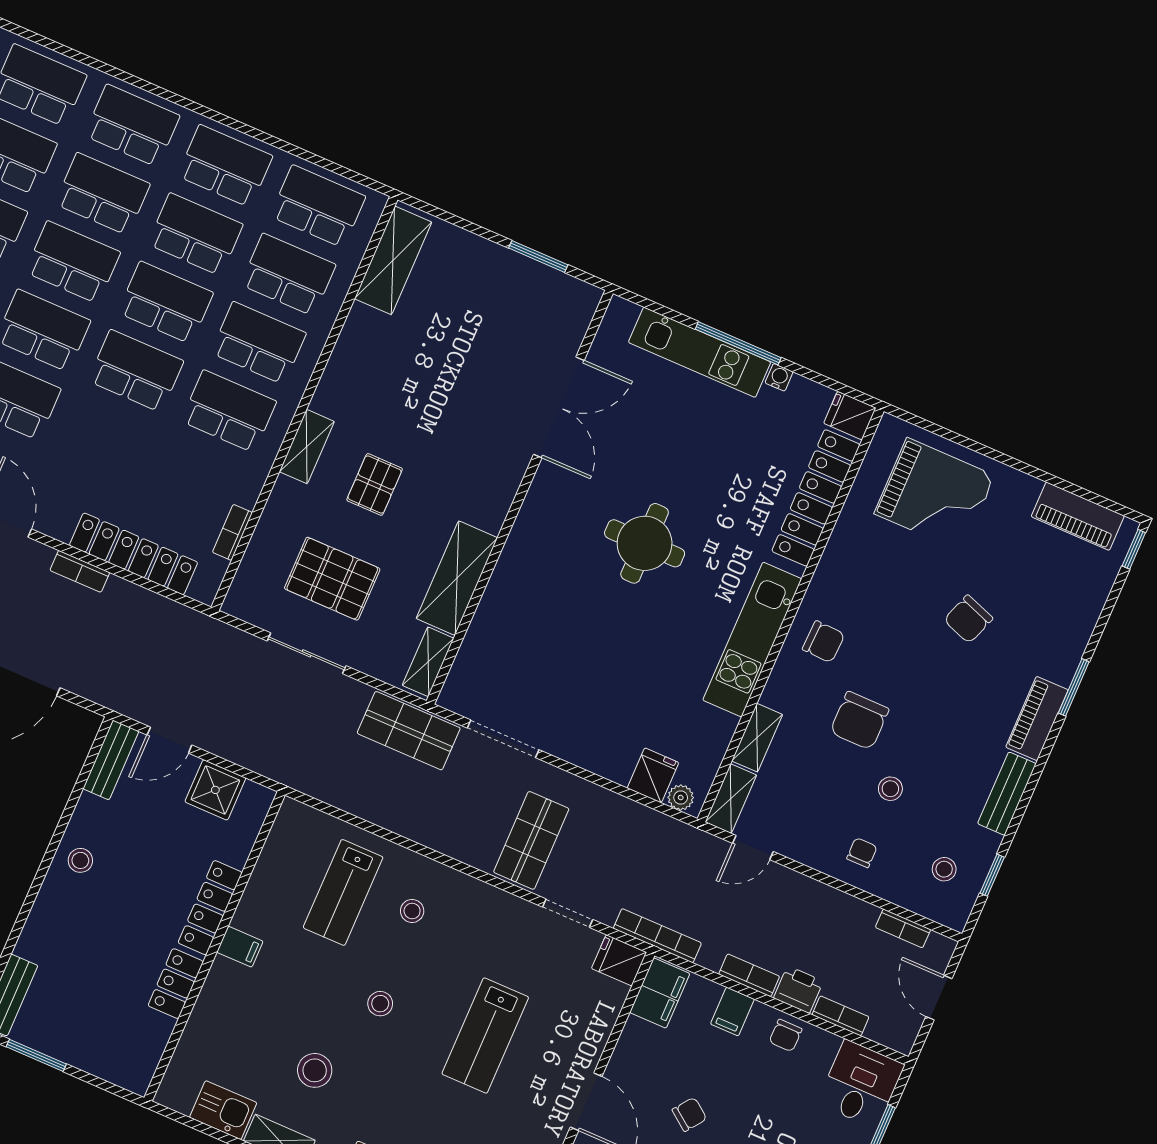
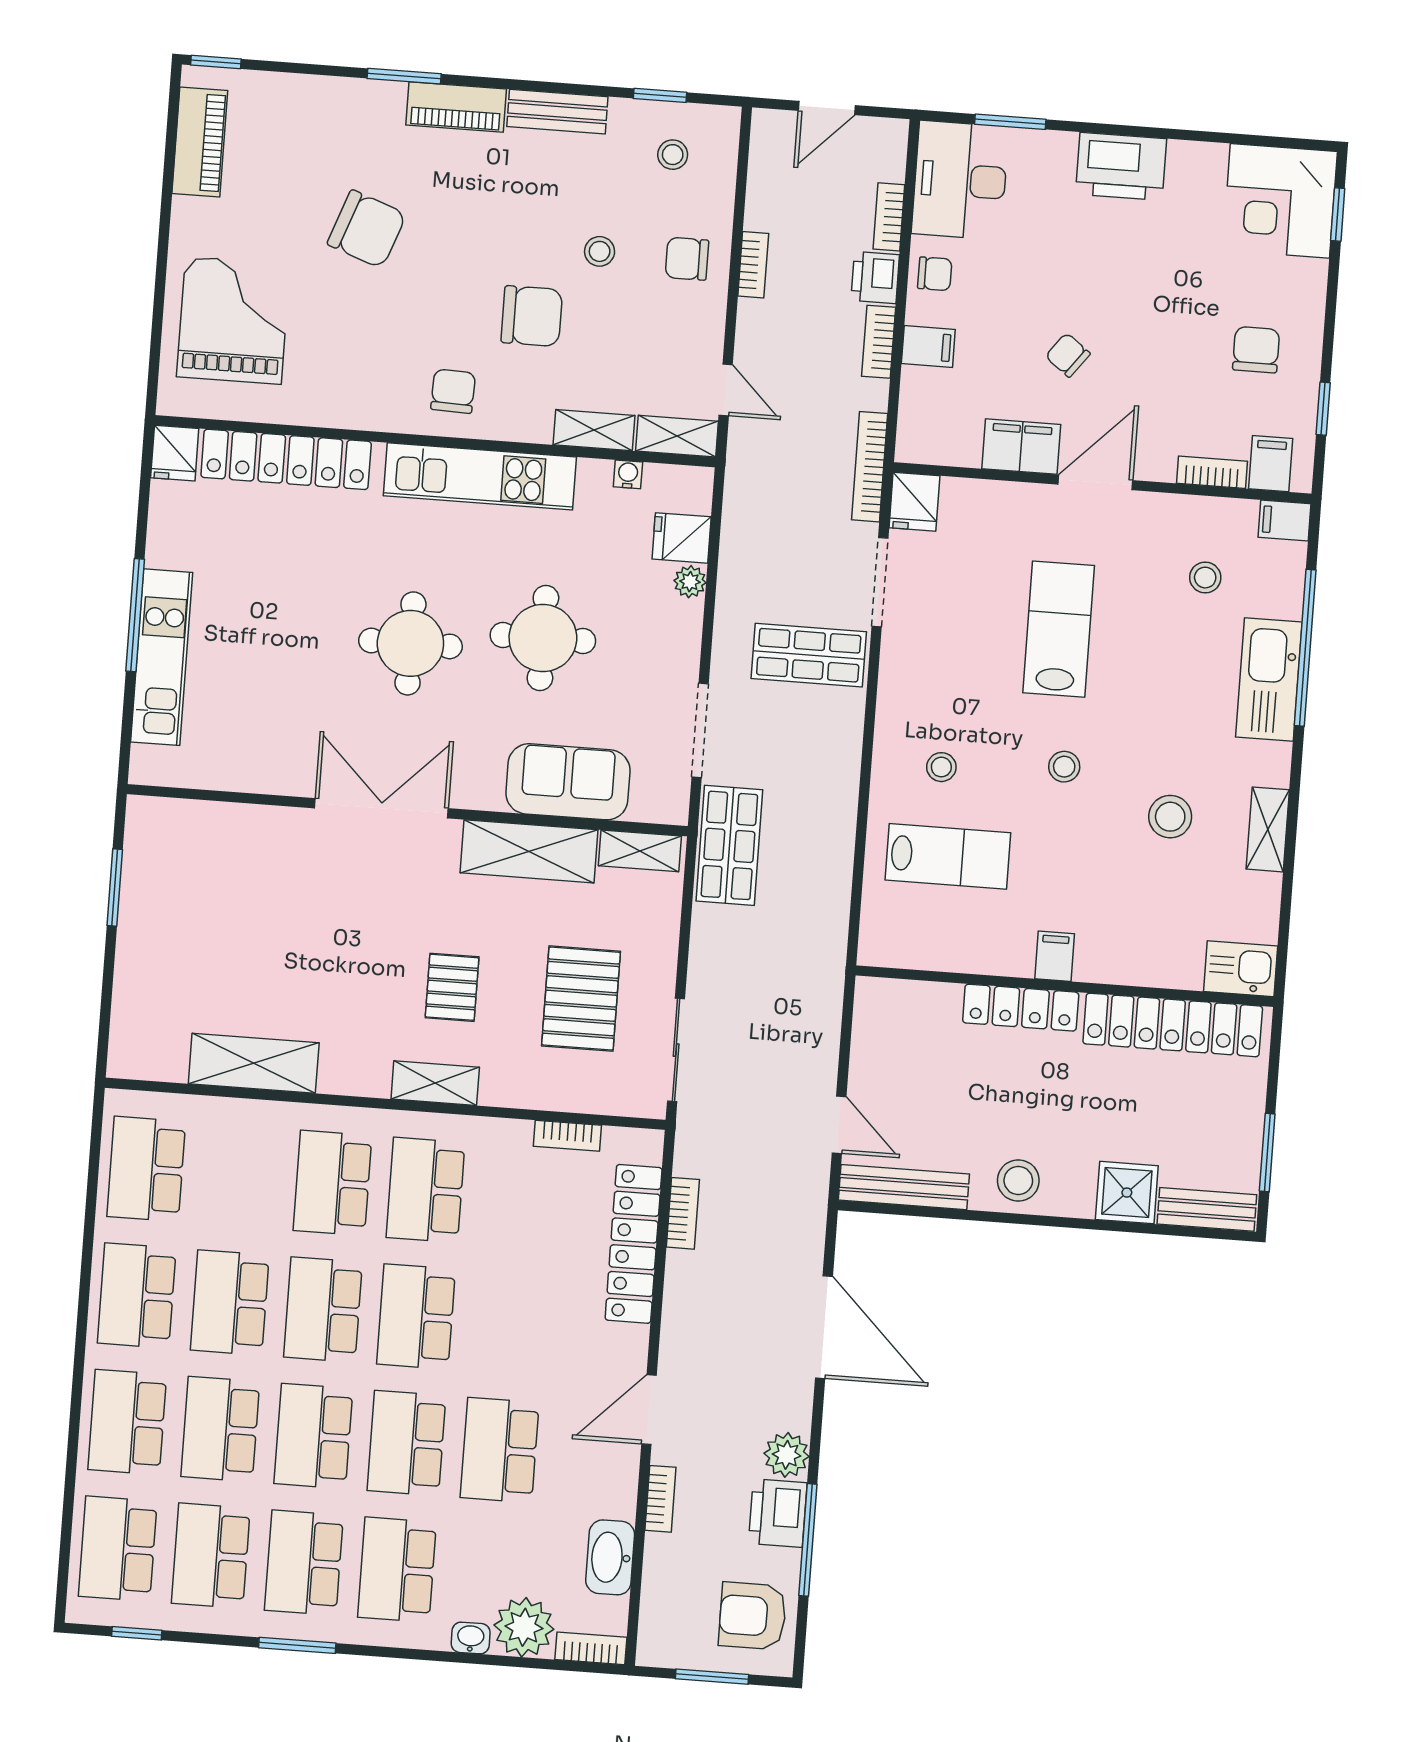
shelving: (393, 260) -> (254, 1063), moved
school desk: (288, 275) -> (239, 1176), removed
water cooler: (779, 377) -> (628, 474), moved, turned 90
double door: (559, 407) -> (381, 808), moved
pallet: (375, 484) -> (452, 987), turned 90
bookcase: (80, 571) -> (683, 1213), moved
chair: (968, 619) -> (367, 229), width x1.37, depth x1.37
sofa: (499, 626) -> (568, 782), added
round table: (614, 645) -> (543, 638), added
sliding door: (307, 653) -> (676, 1050), moved
bench: (111, 760) -> (904, 1187), width x1.36
shower: (215, 790) -> (1127, 1193), moved
plant: (681, 798) -> (690, 582), moved
chair: (862, 853) -> (687, 259), width x1.37, depth x1.37
stool: (80, 860) -> (1018, 1181), width x1.37, depth x1.37
doorway: (568, 913) -> (880, 582), width x1.38
bookcase: (903, 928) -> (753, 265), moved
locker: (176, 984) -> (1173, 1025), width x2.16, depth x1.21
filing cabinet: (660, 993) -> (1021, 447), moved
lab bench: (485, 1036) -> (1059, 629), turned -90
desk: (861, 1084) -> (960, 180), width x1.37
kitchen sink: (223, 1110) -> (1241, 969), moved, turned 90

